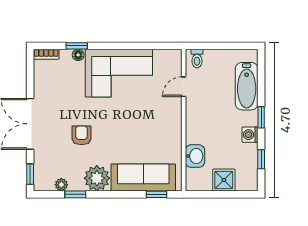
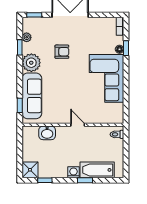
door: (184, 87) -> (78, 125), moved
window: (261, 117) -> (85, 180), moved
washing machine: (250, 135) -> (73, 172), moved
shower: (224, 180) -> (30, 170), moved

